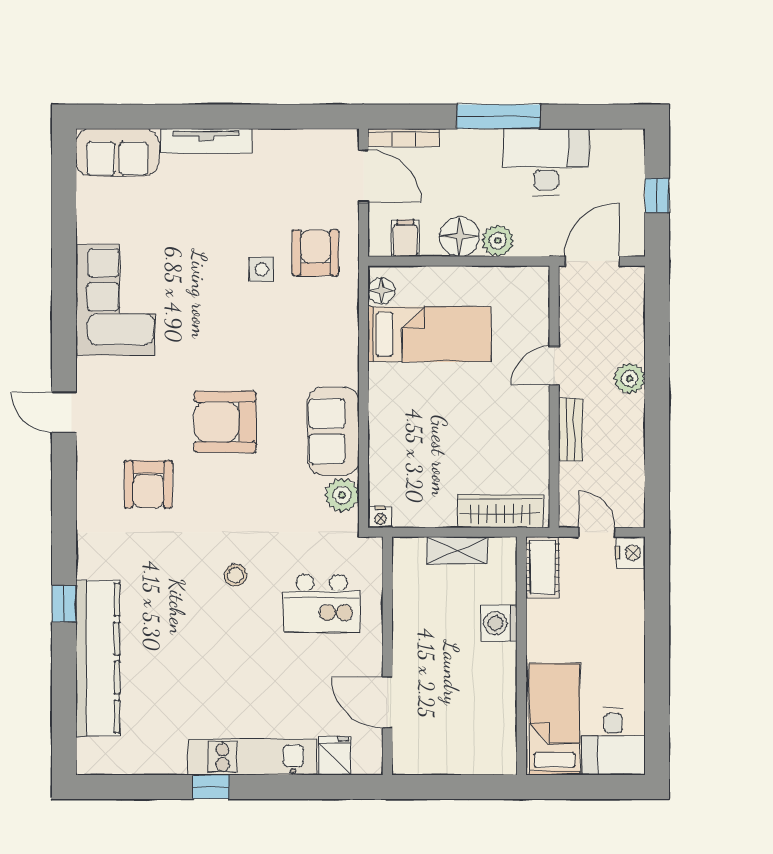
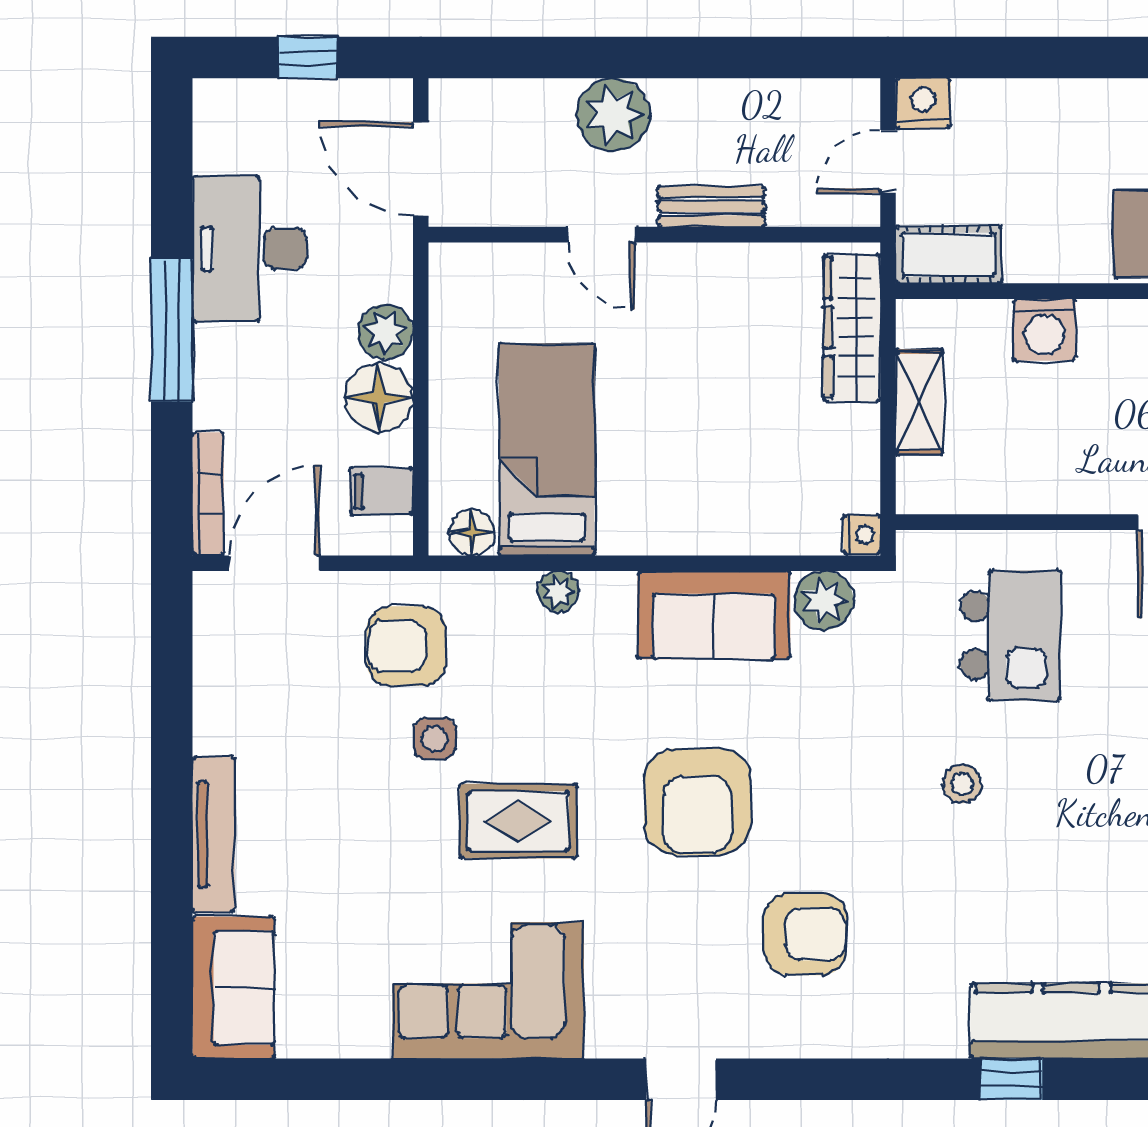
rug: (214, 318) -> (518, 821), added
plant: (347, 341) -> (558, 591), added
plant: (630, 378) -> (613, 115), width x1.36, depth x1.36

